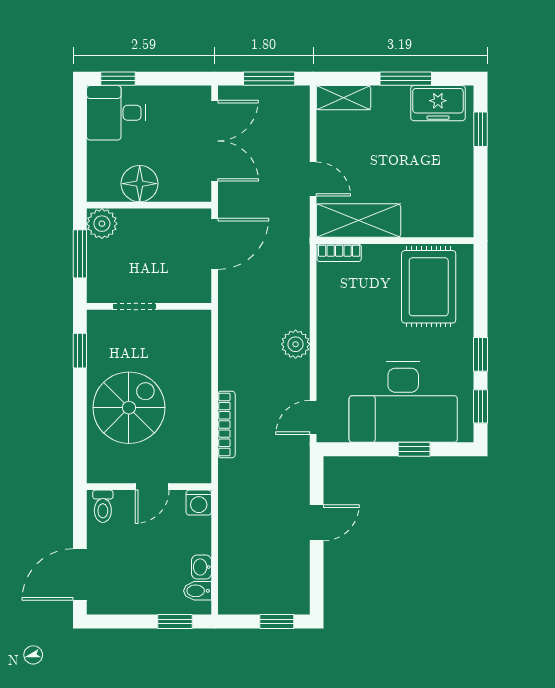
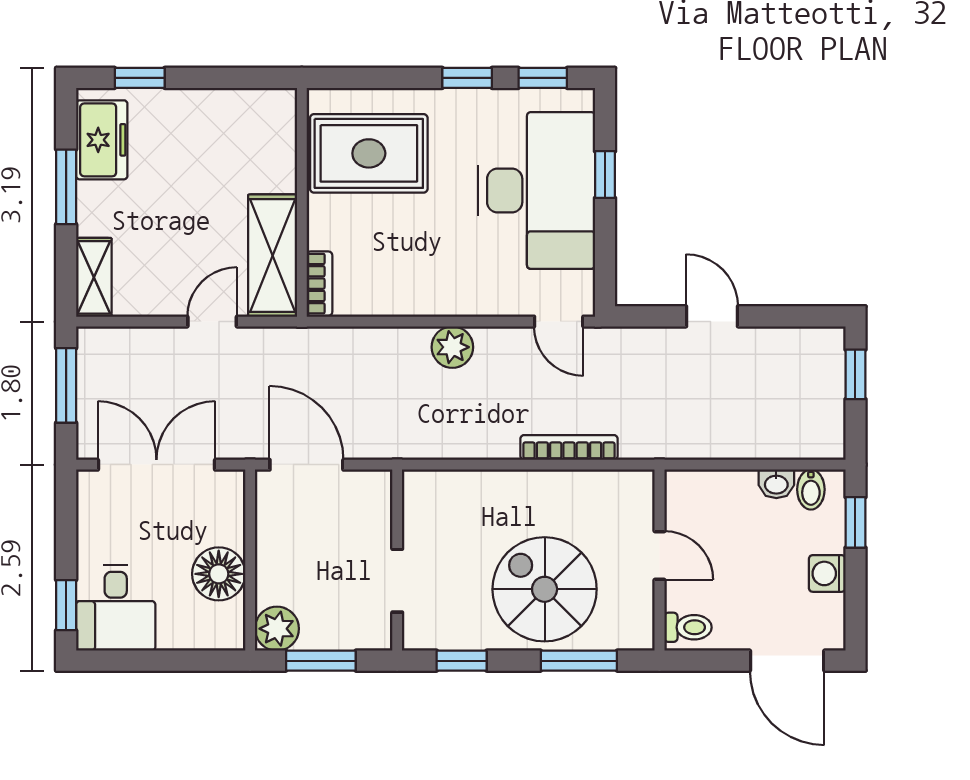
window: (80, 431) -> (579, 661), added
washing machine: (199, 503) -> (827, 573), moved, turned 180

